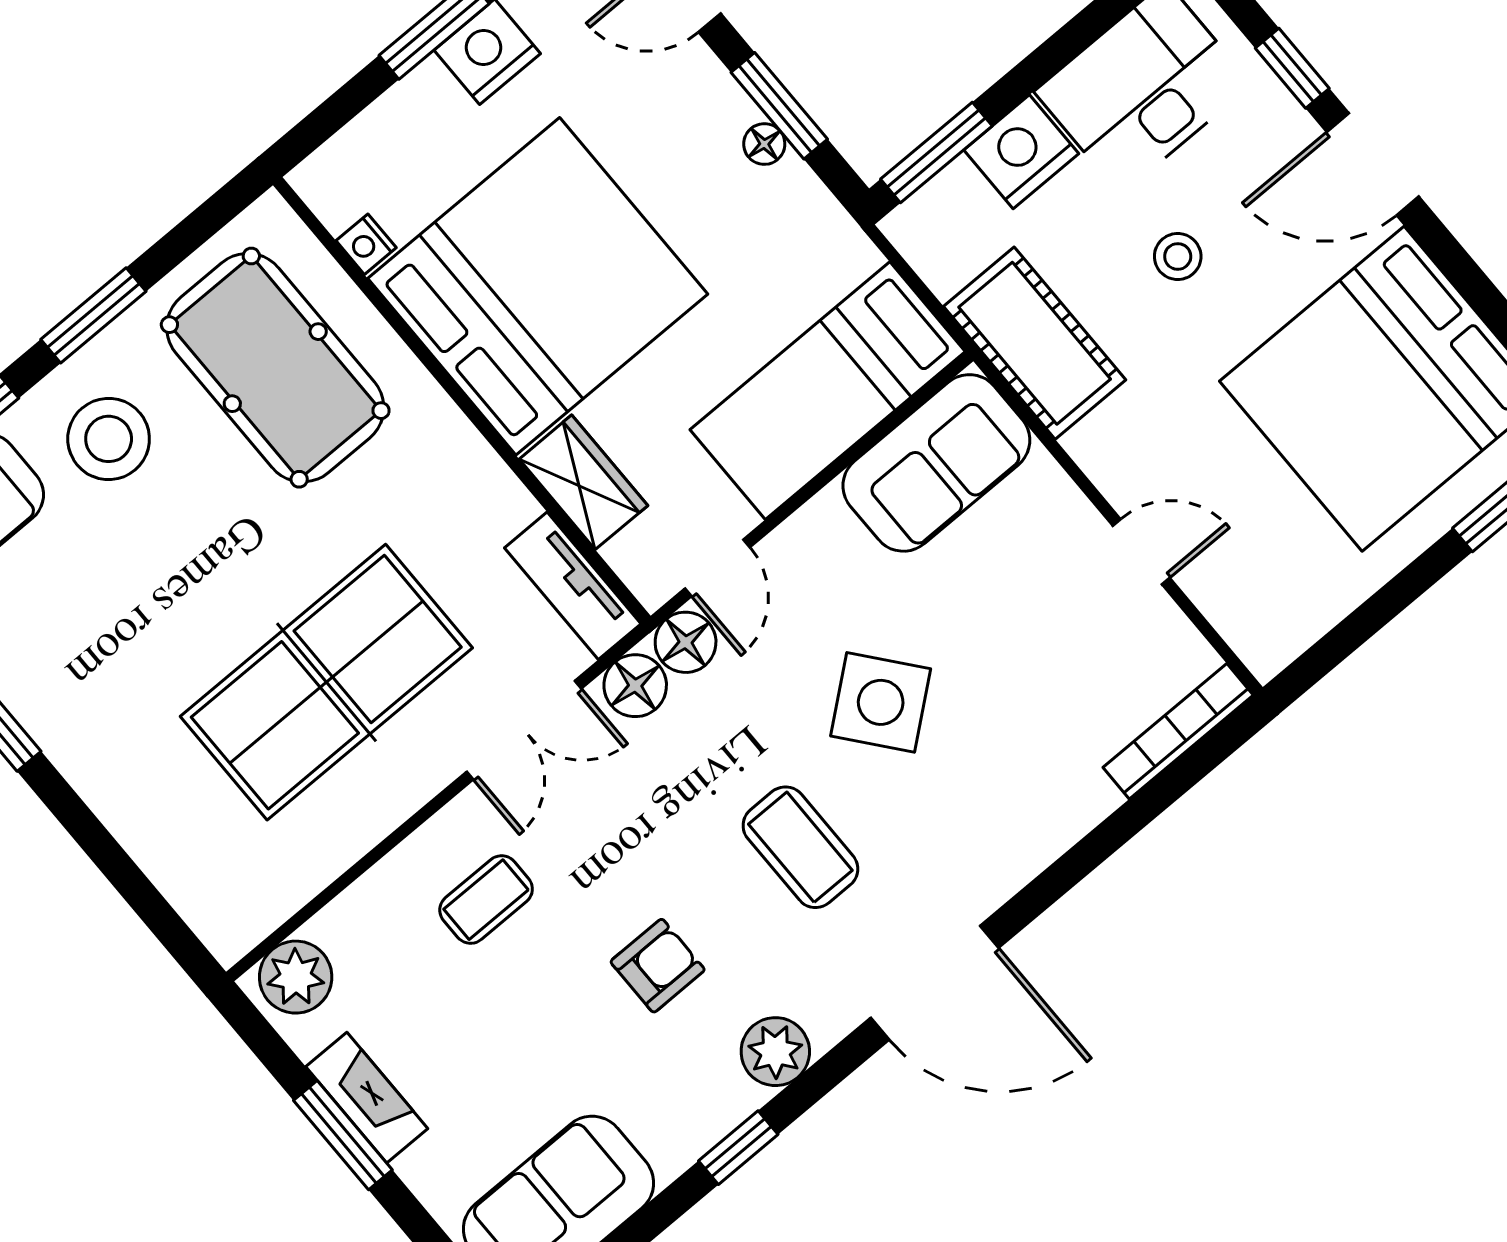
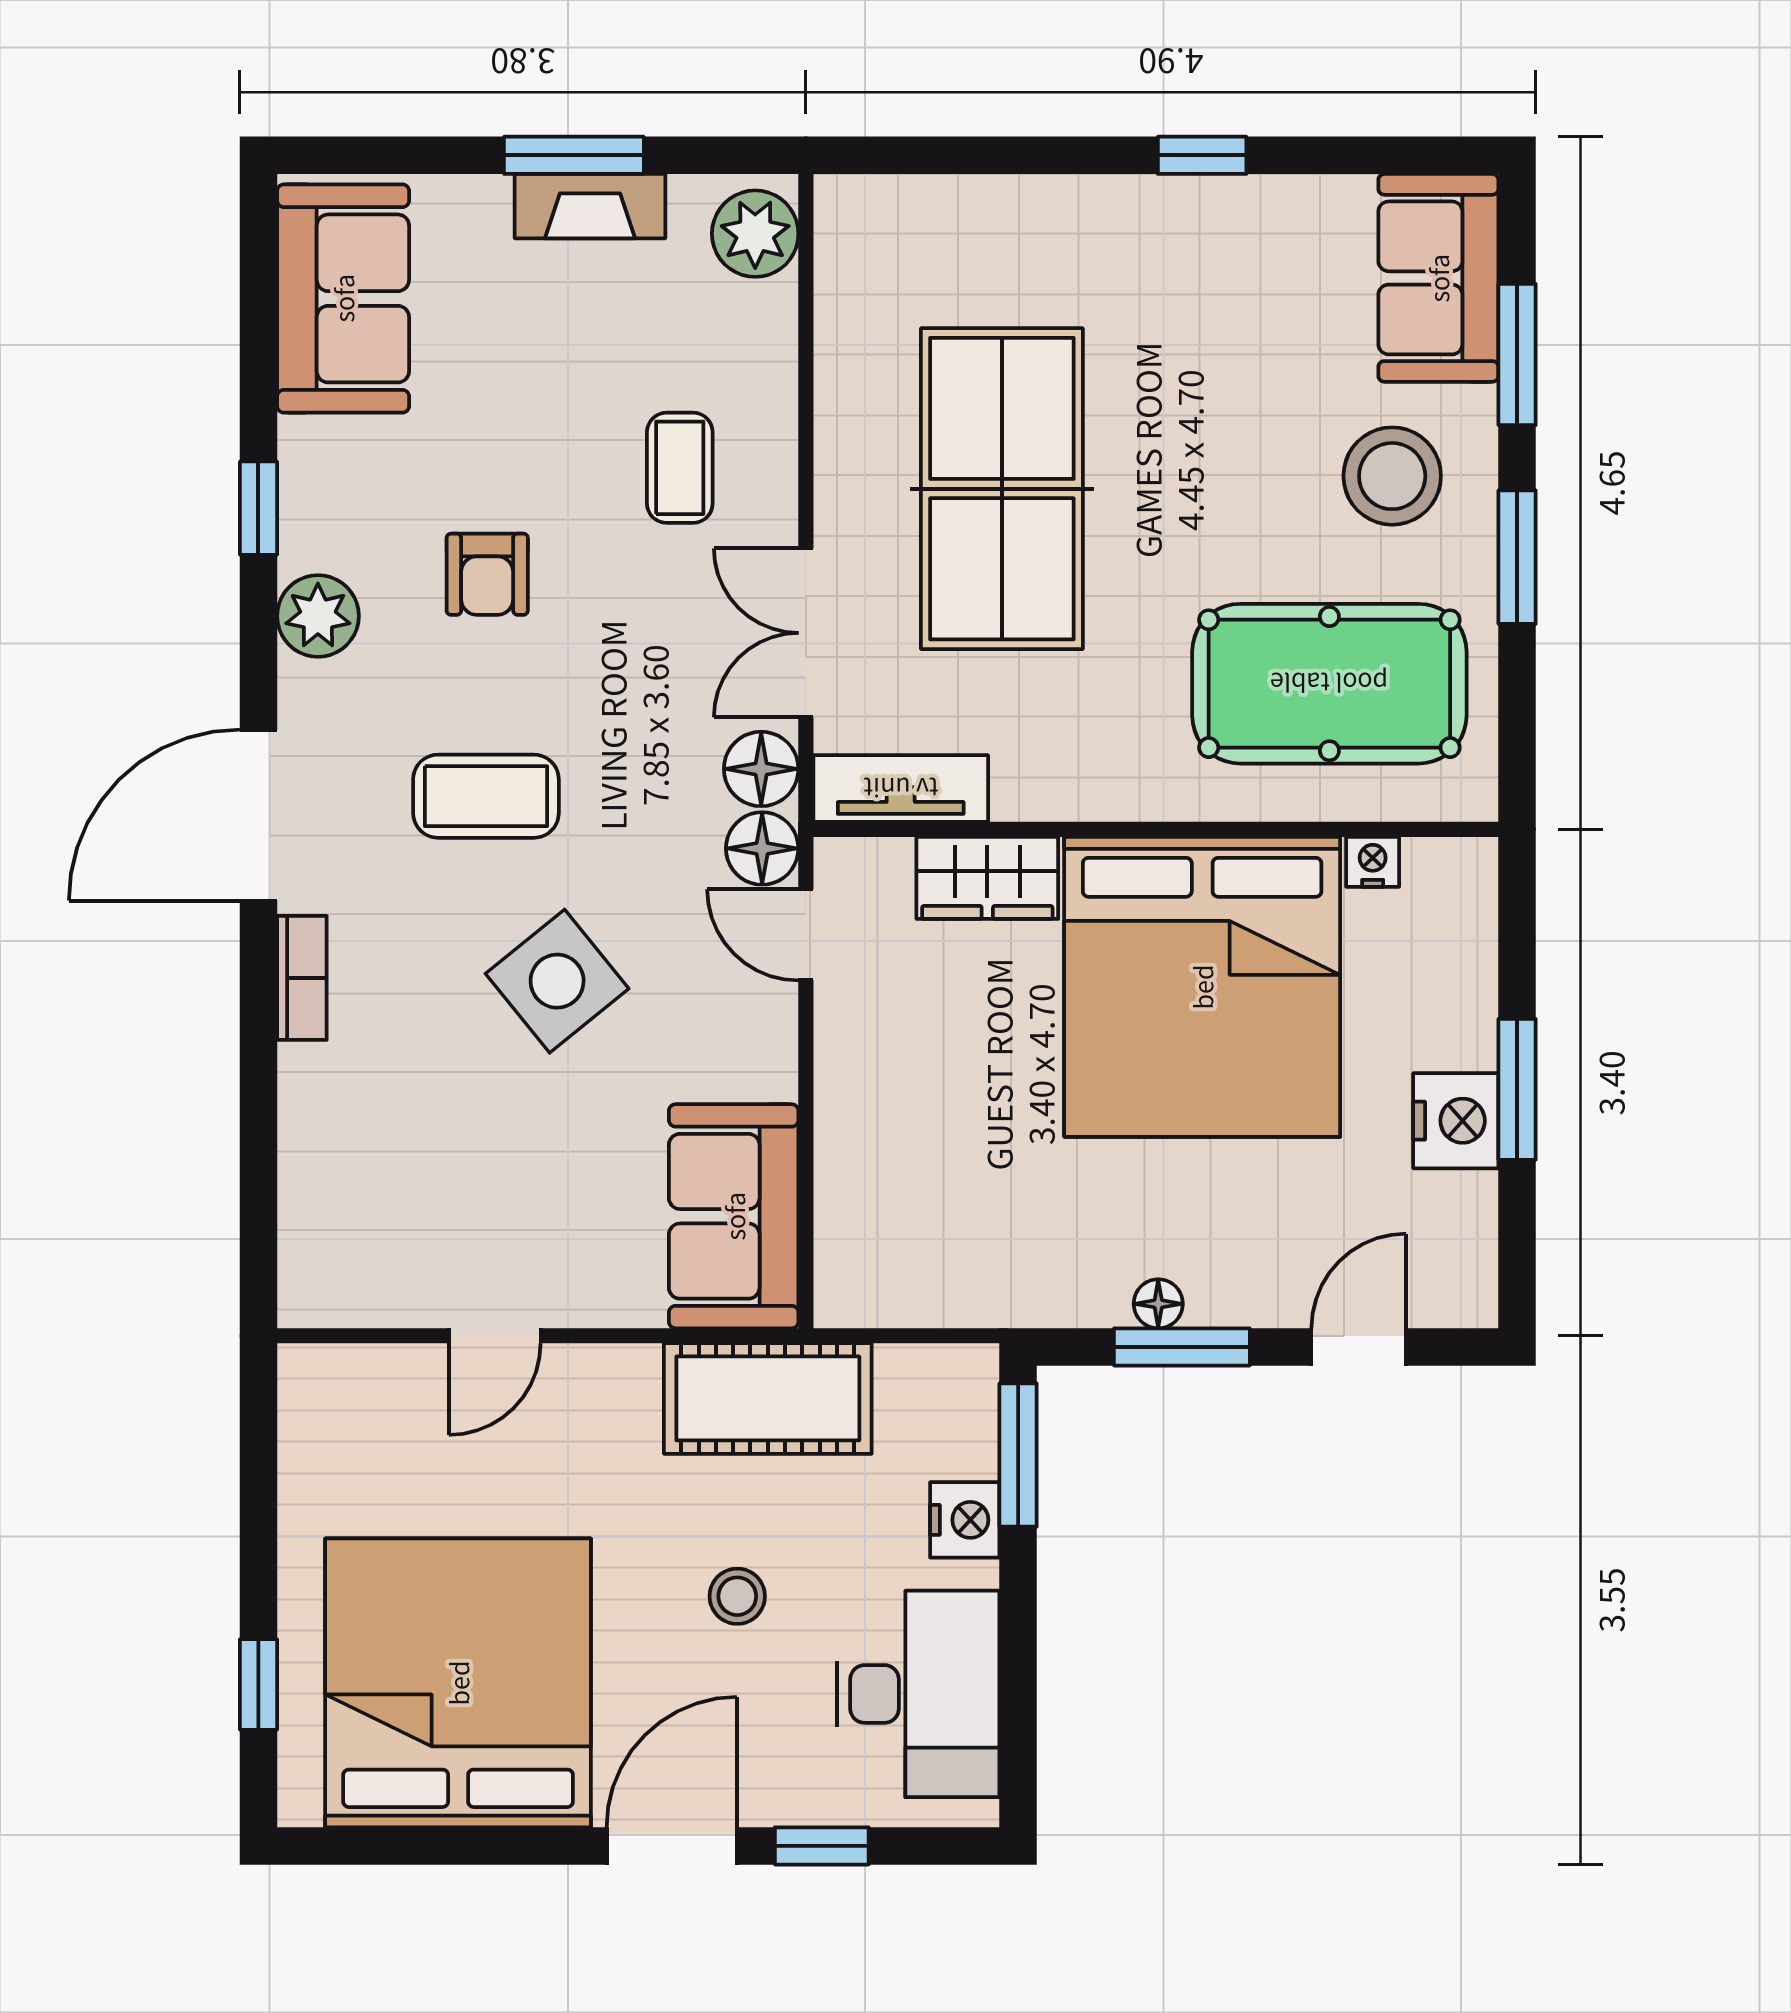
nightstand: (1021, 152) -> (965, 1520), width x0.74, depth x0.75
bed: (828, 391) -> (884, 1172), removed
bookcase: (1178, 731) -> (302, 978), moved, width x0.64

